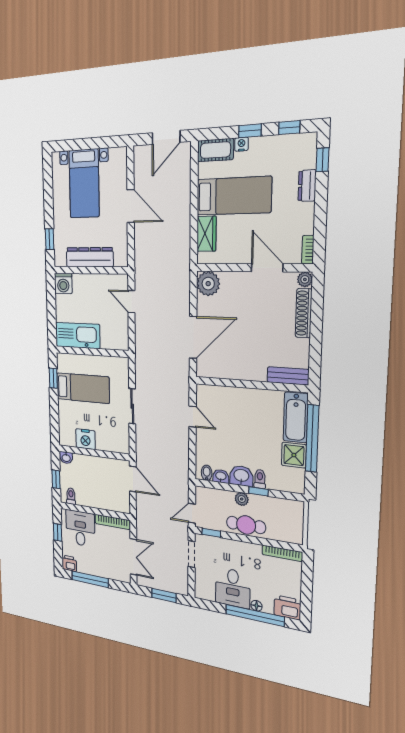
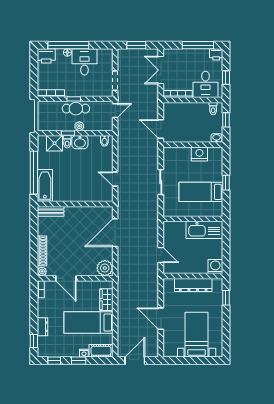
window: (53, 378) -> (226, 183), moved
shower: (294, 455) -> (55, 143), moved
washbasin: (221, 476) -> (94, 140), removed
window: (211, 533) -> (74, 99), moved

